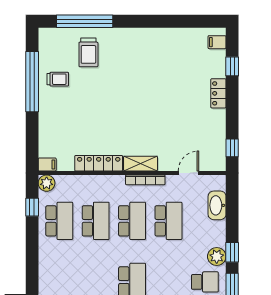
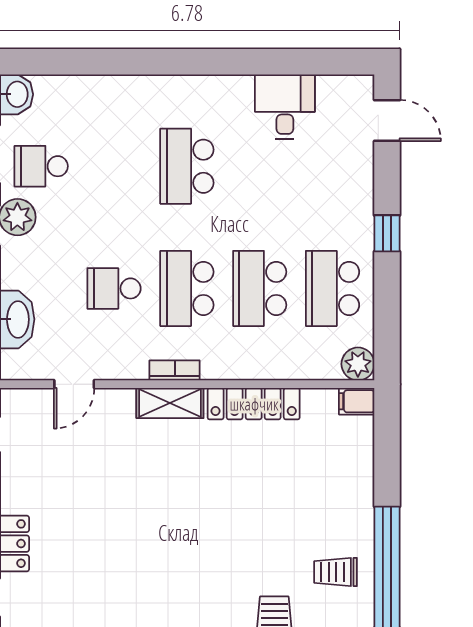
bookcase: (145, 180) -> (175, 370), width x0.64
window: (32, 207) -> (387, 233), moved
school desk: (168, 221) -> (114, 288), width x0.54

